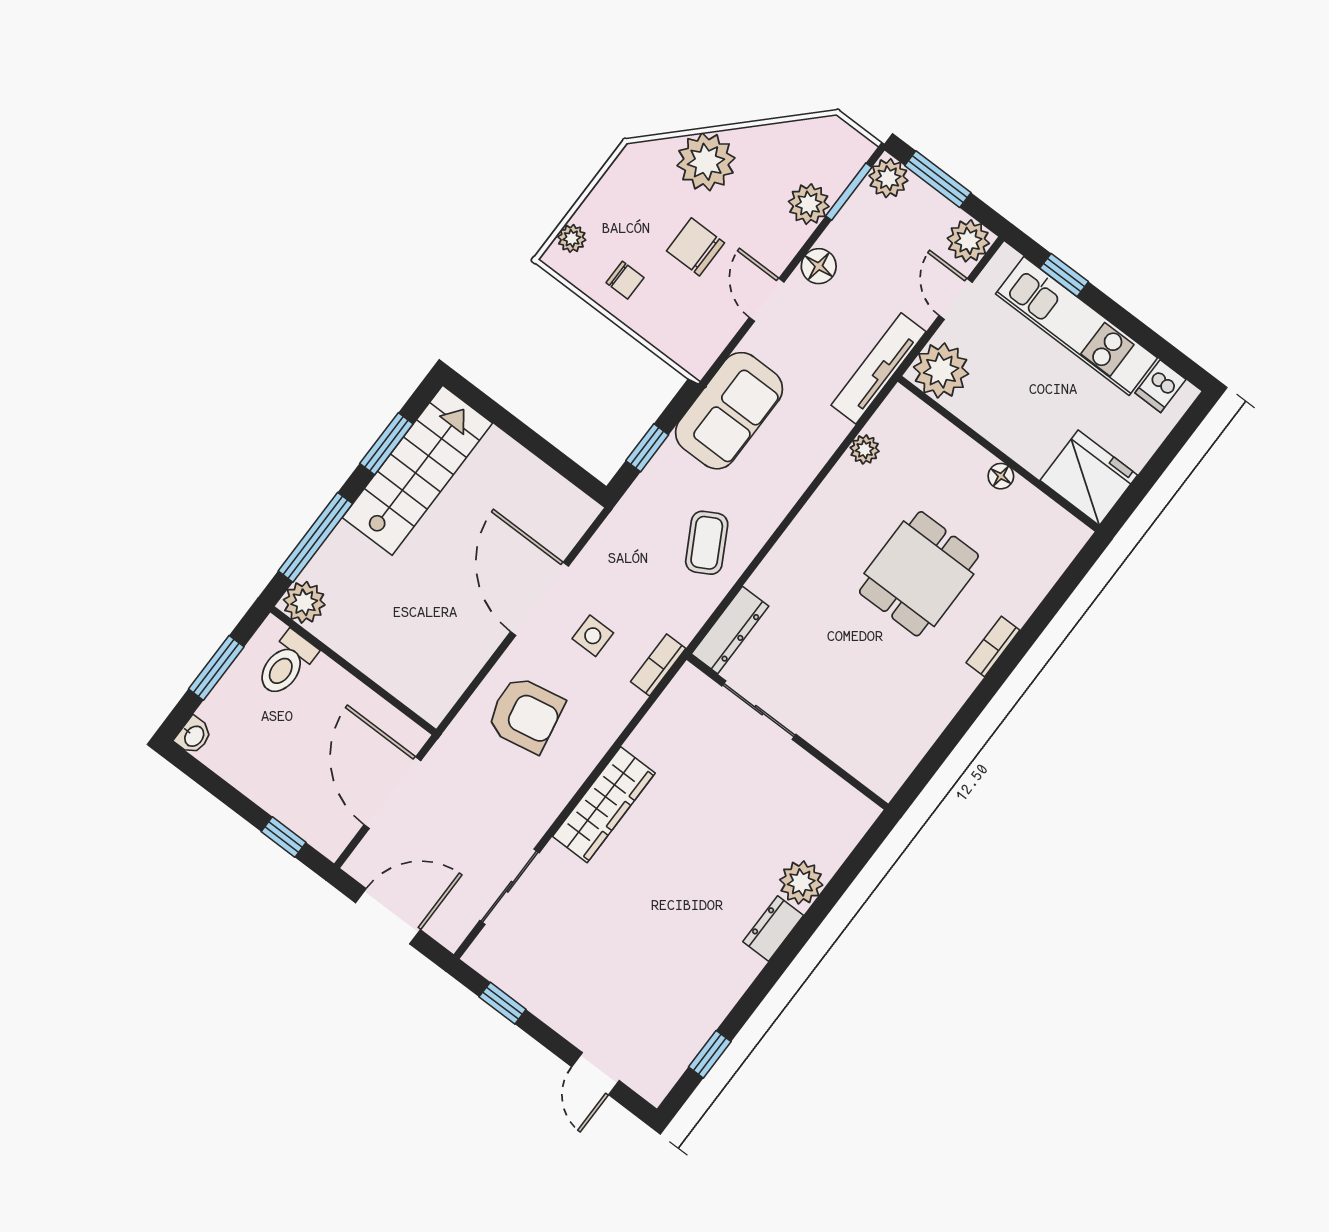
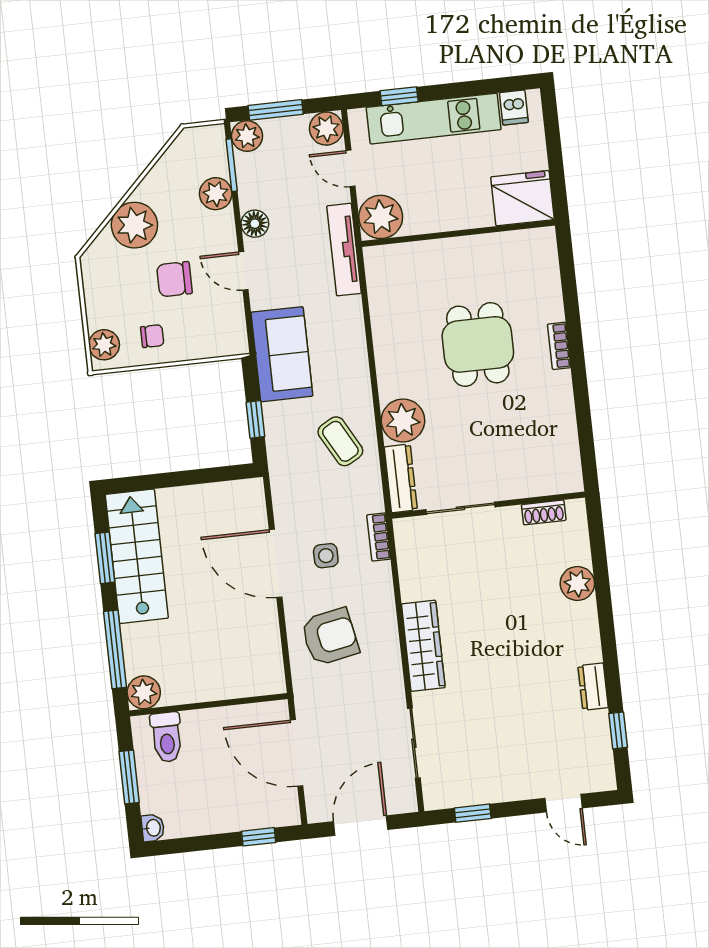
plant: (572, 238) -> (104, 345), width x1.38, depth x1.38
plant: (865, 449) -> (403, 421), moved, width x1.87, depth x1.87
floor lamp: (1001, 476) -> (472, 245), removed
shoe rack: (832, 787) -> (544, 512), added
dresser: (773, 929) -> (593, 687), moved

